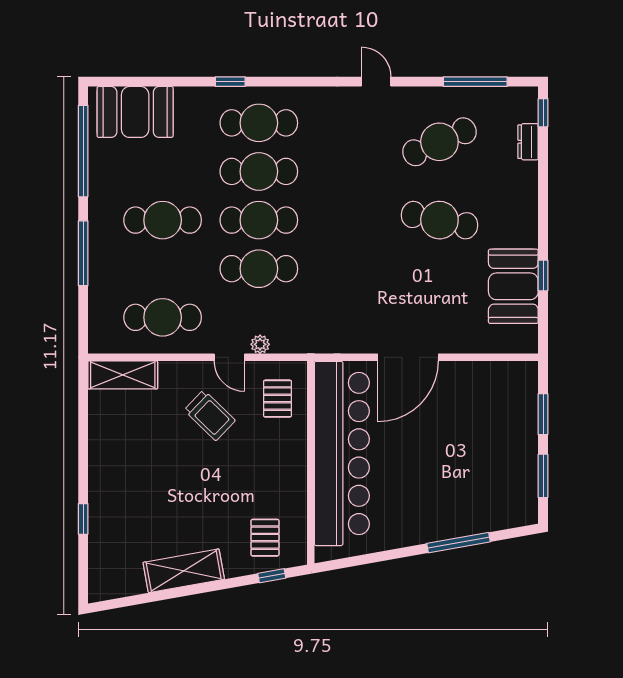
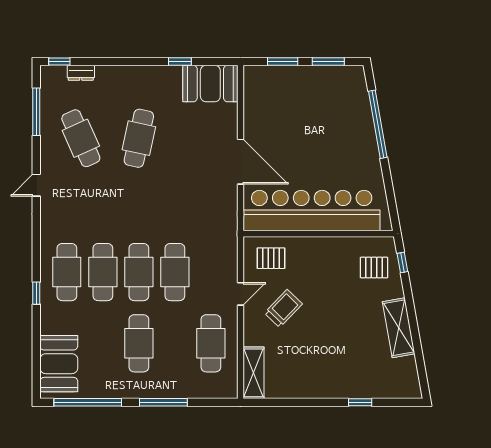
booth: (513, 286) -> (210, 84), moved
plant: (260, 344) -> (231, 271), removed
window: (458, 543) -> (378, 124), width x1.46

